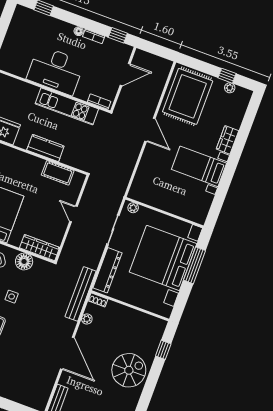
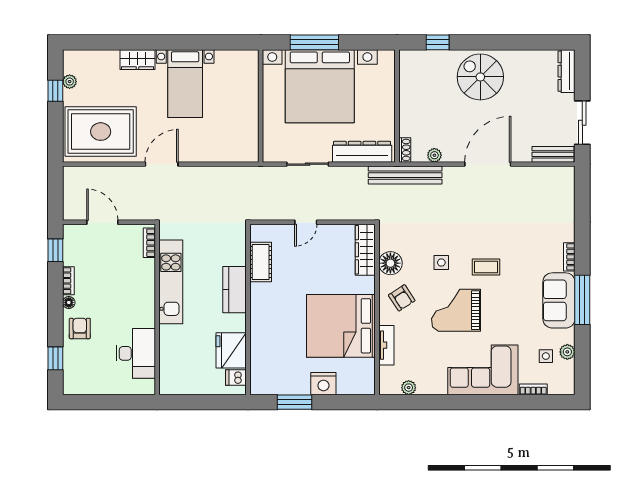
armchair: (58, 32) -> (80, 328), added
desk: (55, 70) -> (136, 353), moved, width x0.73, depth x0.77
plant: (133, 208) -> (270, 149), removed

